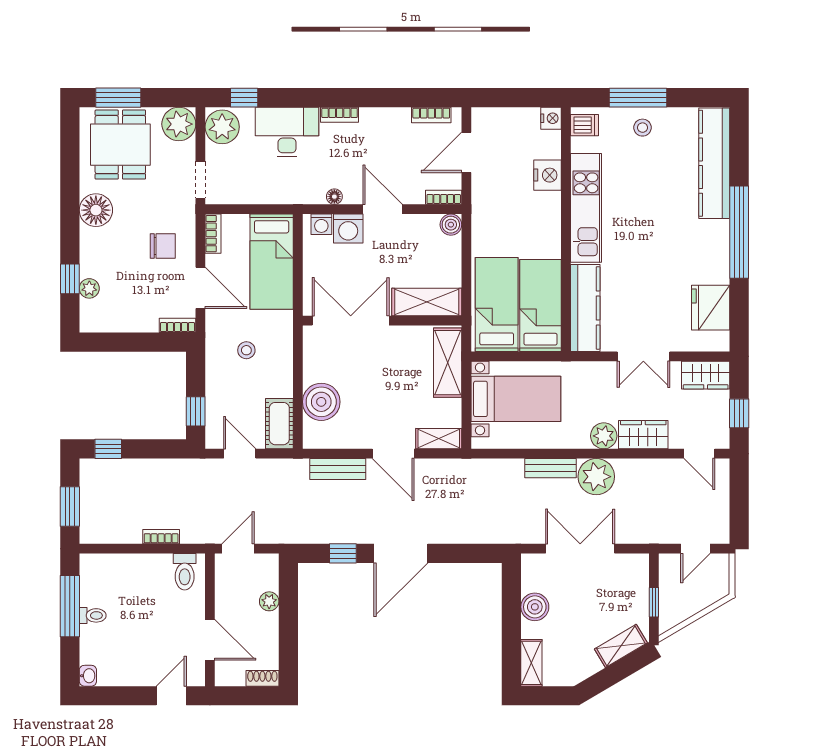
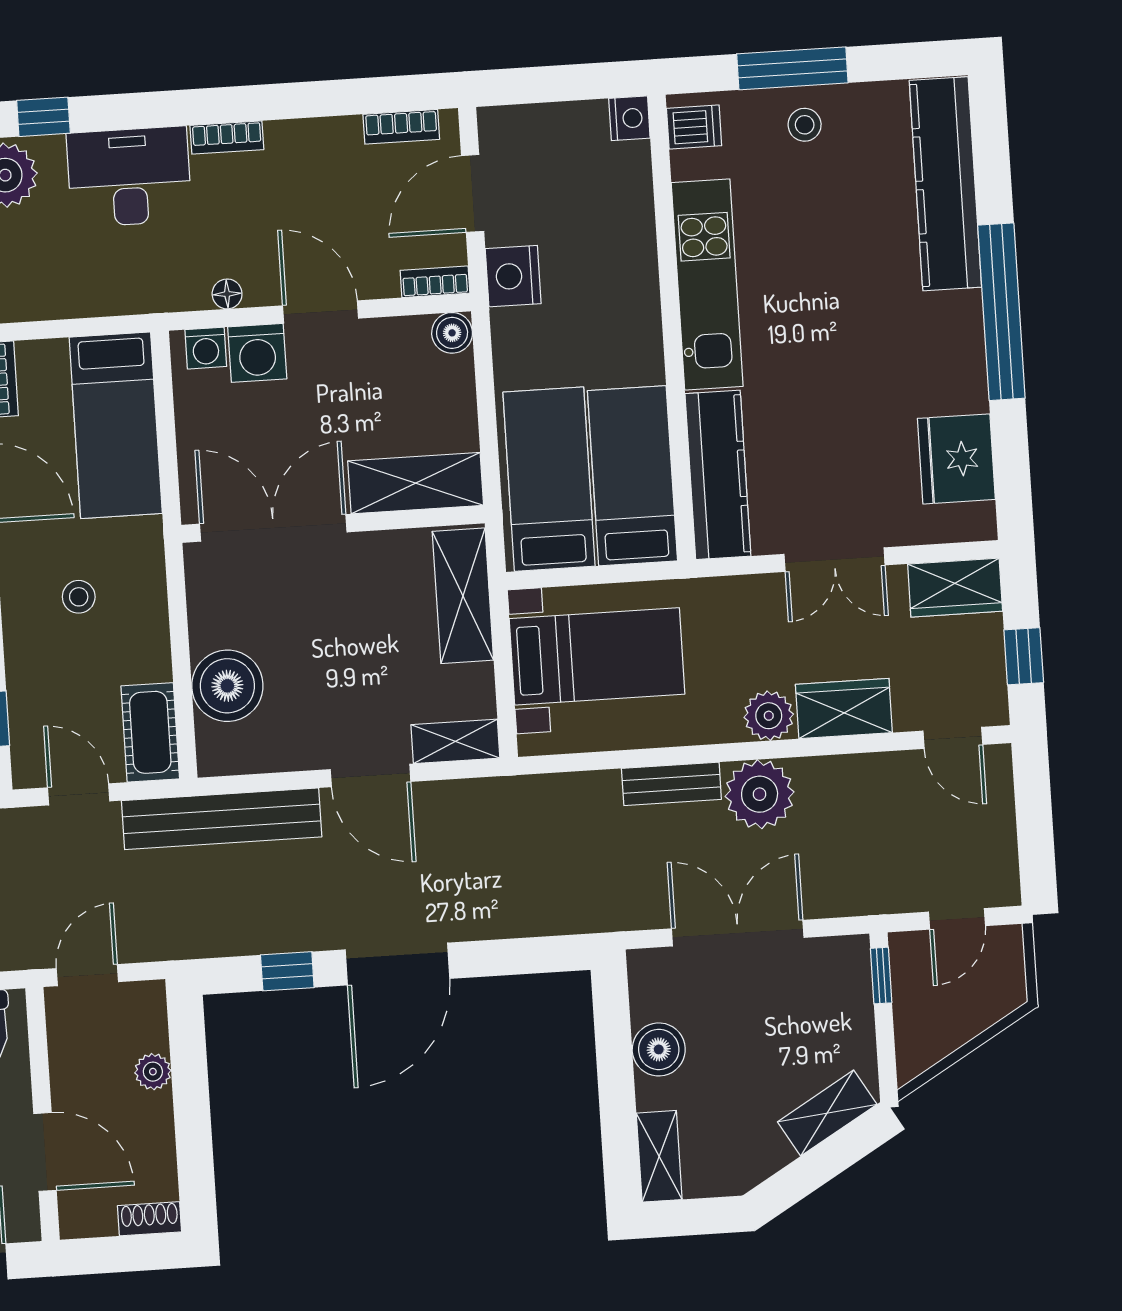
nightstand: (547, 175) -> (513, 276), moved, turned 180
bench: (338, 469) -> (222, 819), width x1.86, depth x1.21
window: (654, 602) -> (881, 976), moved

